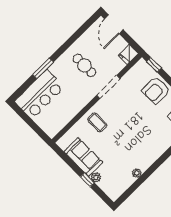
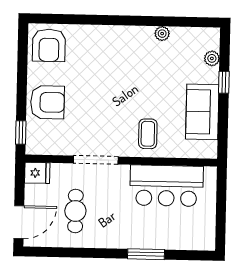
cafe table: (84, 65) -> (75, 211), moved
bar counter: (39, 94) -> (166, 186), moved, turned 180
plant: (96, 177) -> (212, 58), moved

